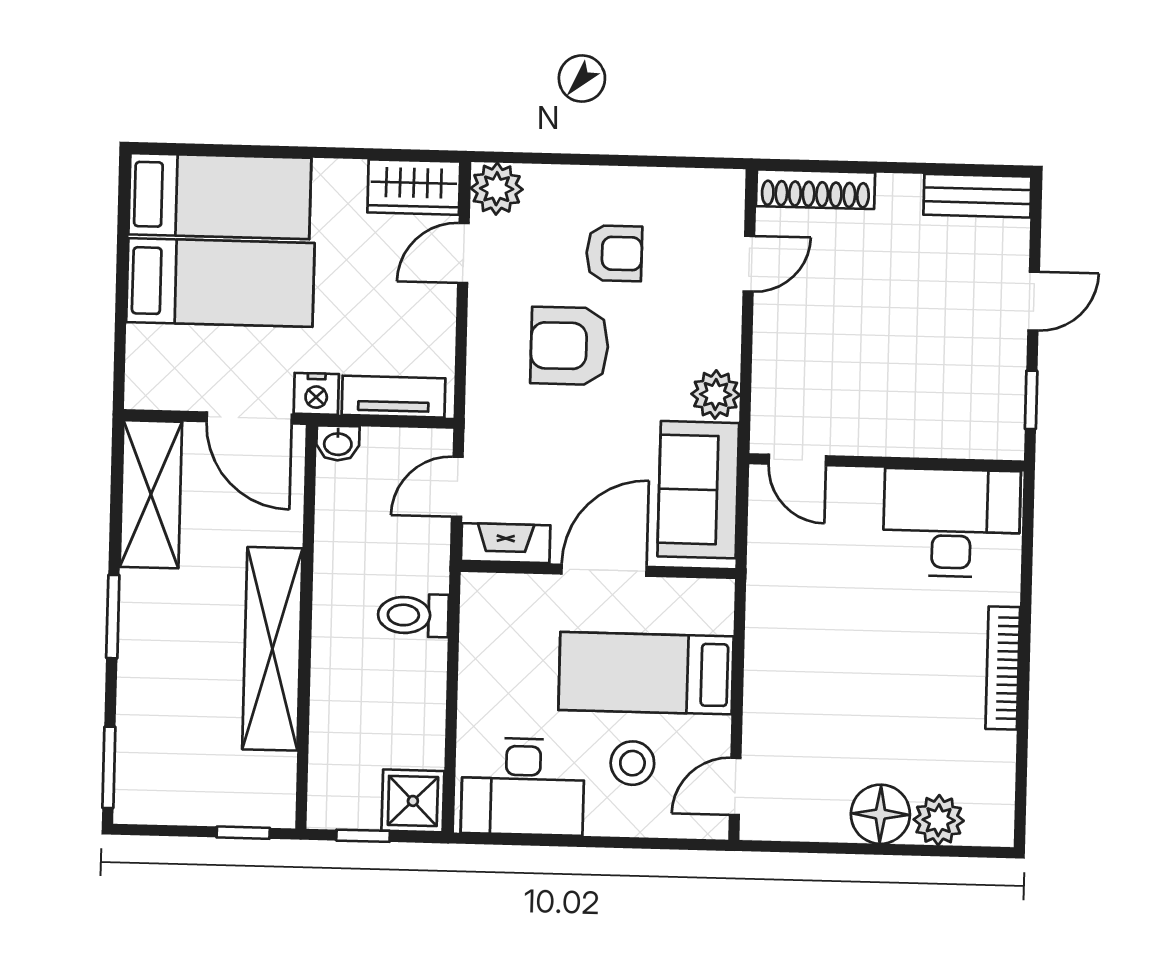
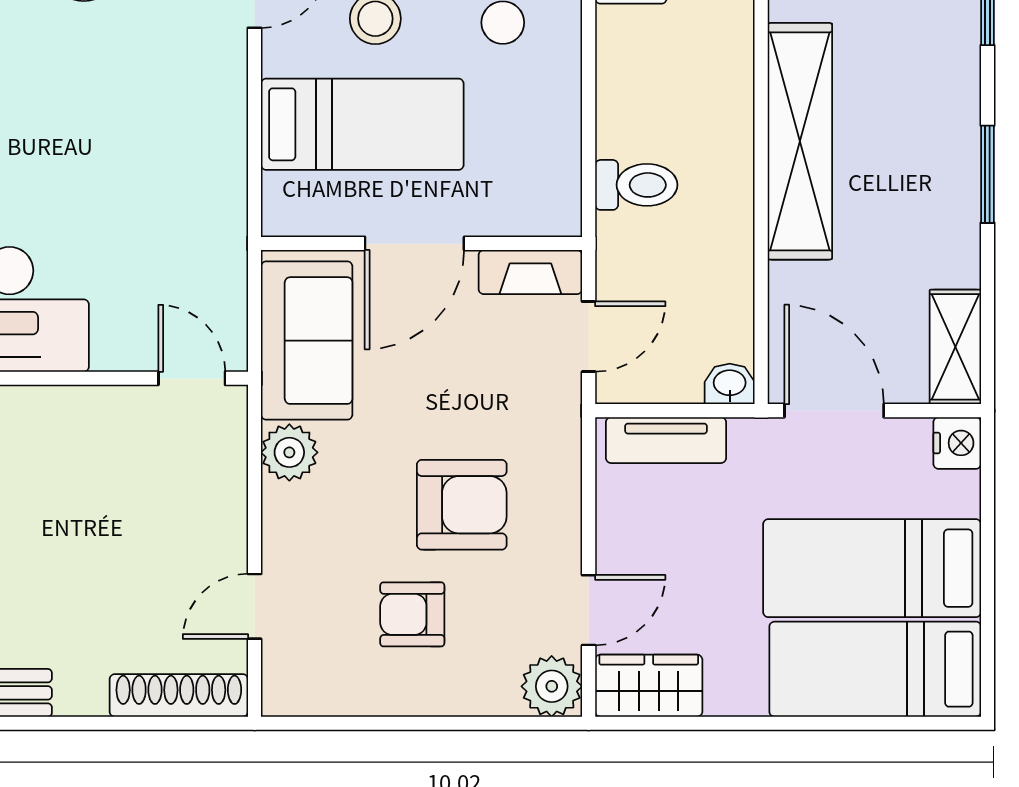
nightstand: (316, 394) -> (957, 443), moved, turned 90
shelving: (151, 494) -> (955, 347), width x0.67, depth x0.75

